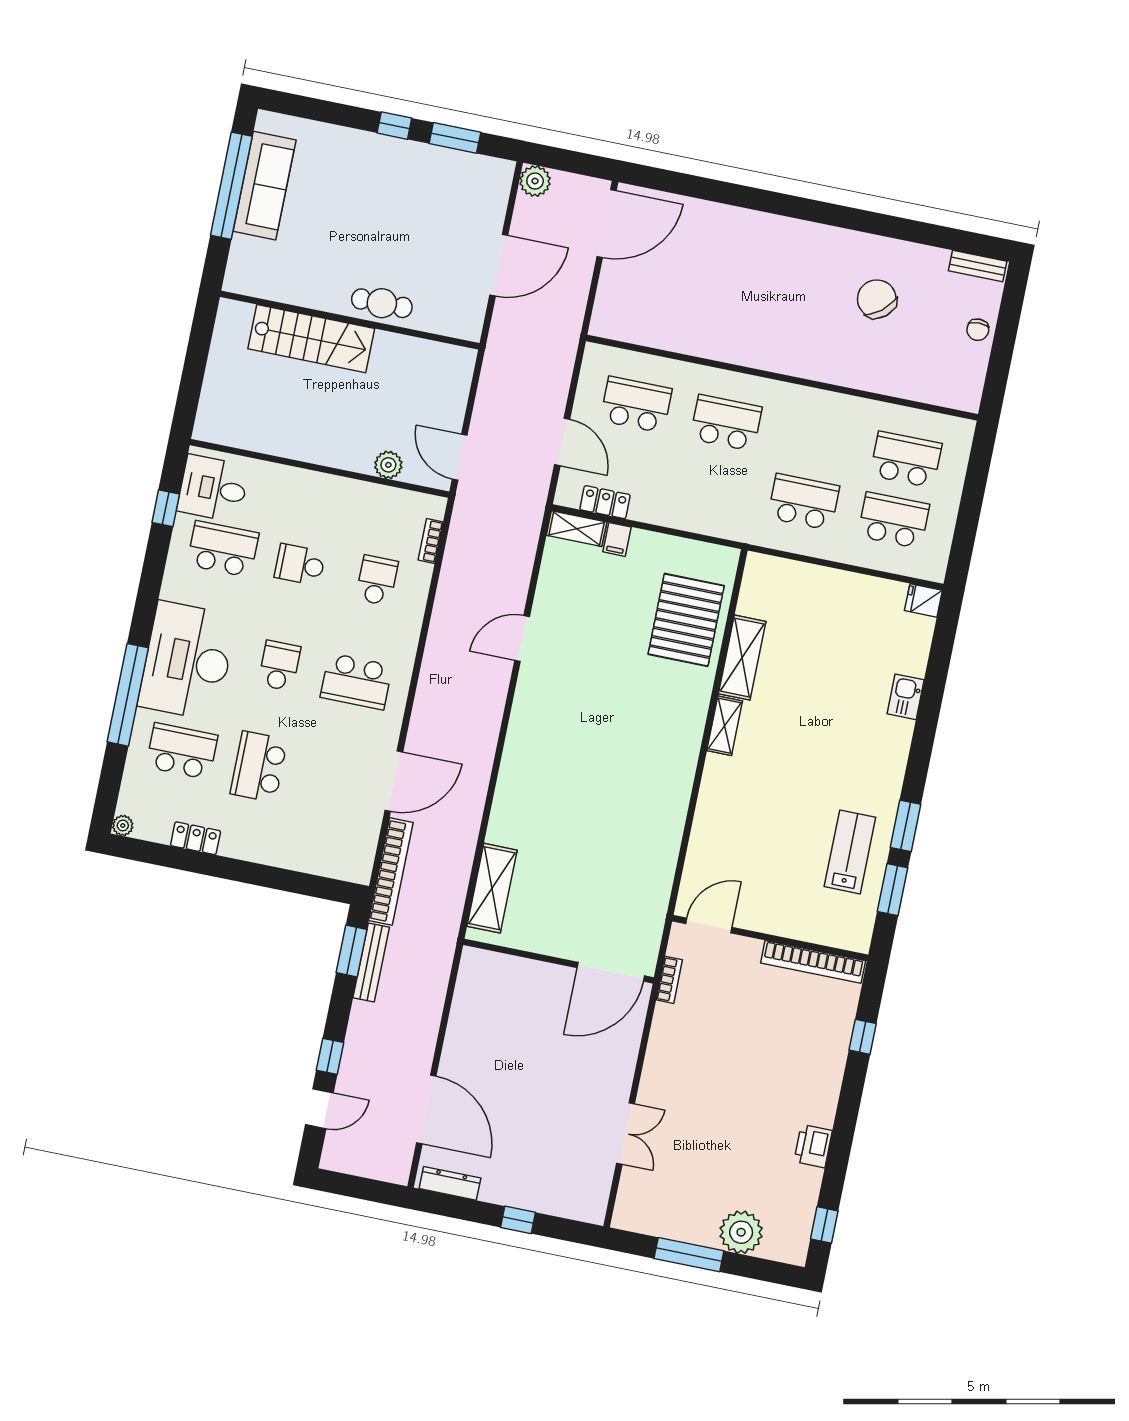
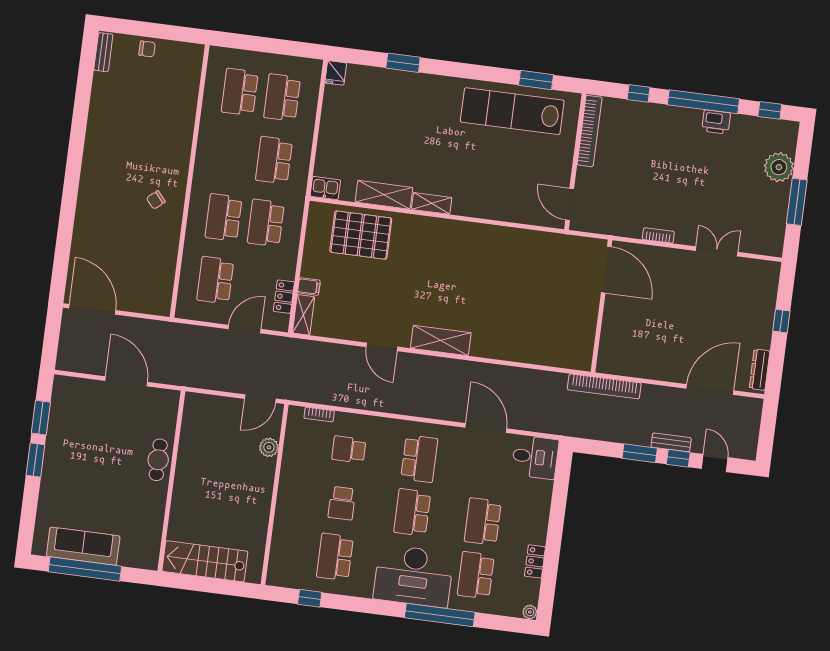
window: (394, 126) -> (35, 460), width x1.50
plant: (535, 181) -> (67, 361), removed
chair: (877, 299) -> (156, 200), moved, width x0.54, depth x0.54
stairs: (311, 339) -> (205, 561), moved, turned -90
school desk: (714, 484) -> (266, 223), added
desk: (213, 488) -> (535, 457), moved, turned -90
school desk: (279, 666) -> (412, 512), width x1.85
kitchen sink: (906, 697) -> (325, 188), moved, turned 180
school desk: (259, 767) -> (483, 522), turned 90
window: (905, 826) -> (403, 63), moved
lab bench: (850, 852) -> (512, 111), width x1.86, depth x1.39
bookcase: (391, 871) -> (604, 386), moved, turned 180
shelving: (492, 888) -> (441, 341), moved
window: (352, 951) -> (640, 453), moved
bench: (371, 963) -> (671, 442), moved, width x0.73
bookcase: (669, 980) -> (658, 235), moved
window: (844, 1130) -> (703, 102), added

